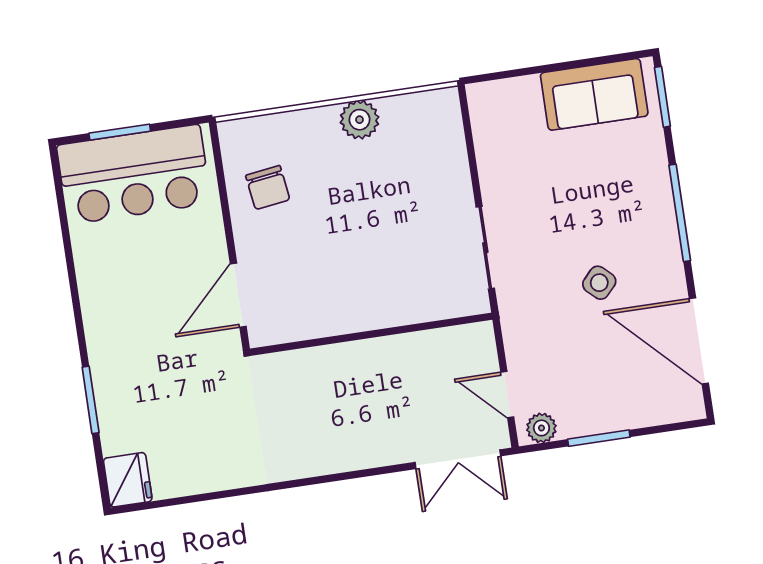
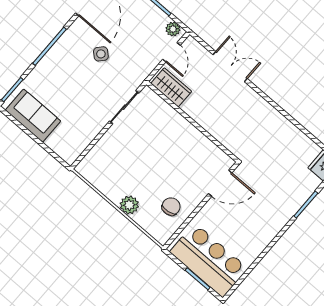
plant: (360, 120) -> (129, 205), moved
wardrobe: (453, 347) -> (171, 87), added
double door: (458, 459) -> (230, 67), moved

